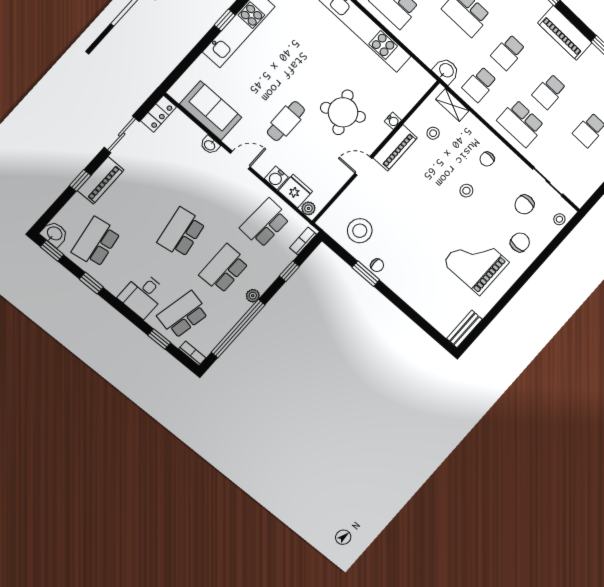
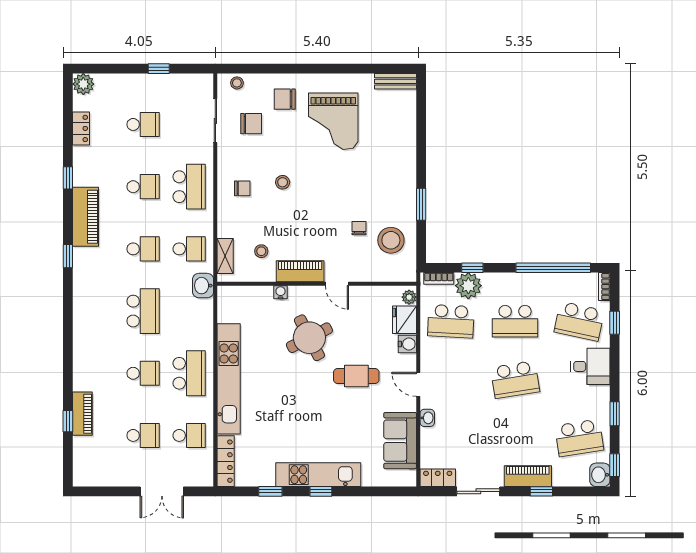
chair: (377, 265) -> (359, 228), moved
plant: (253, 296) -> (468, 286), moved, width x1.87, depth x1.87

